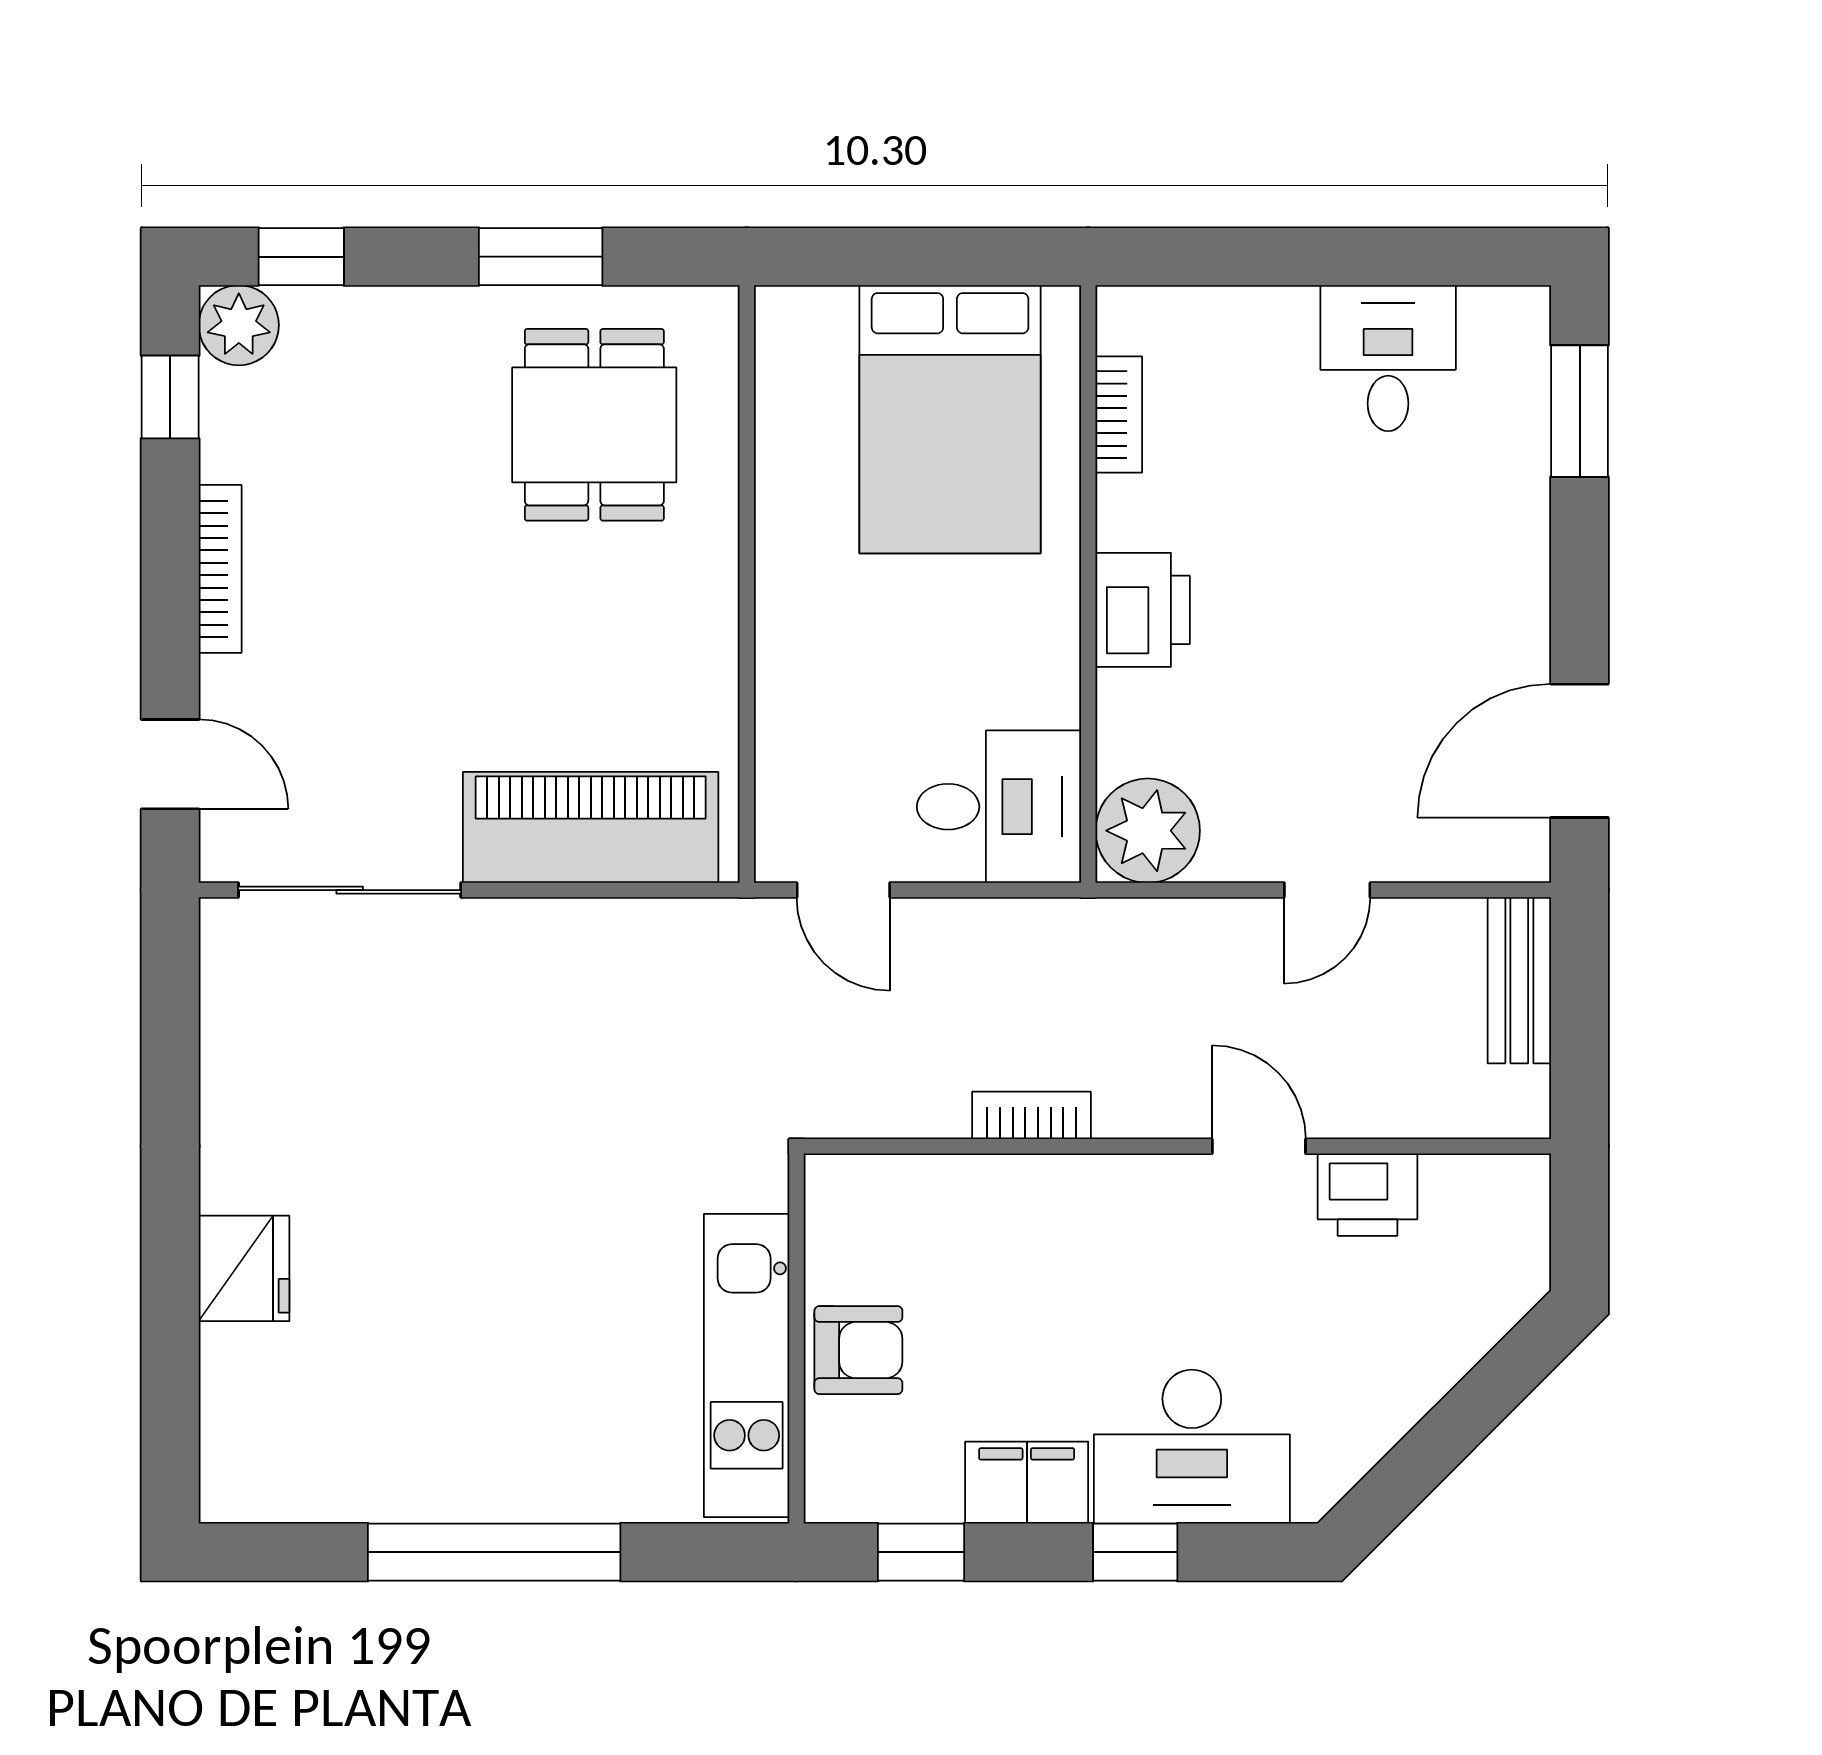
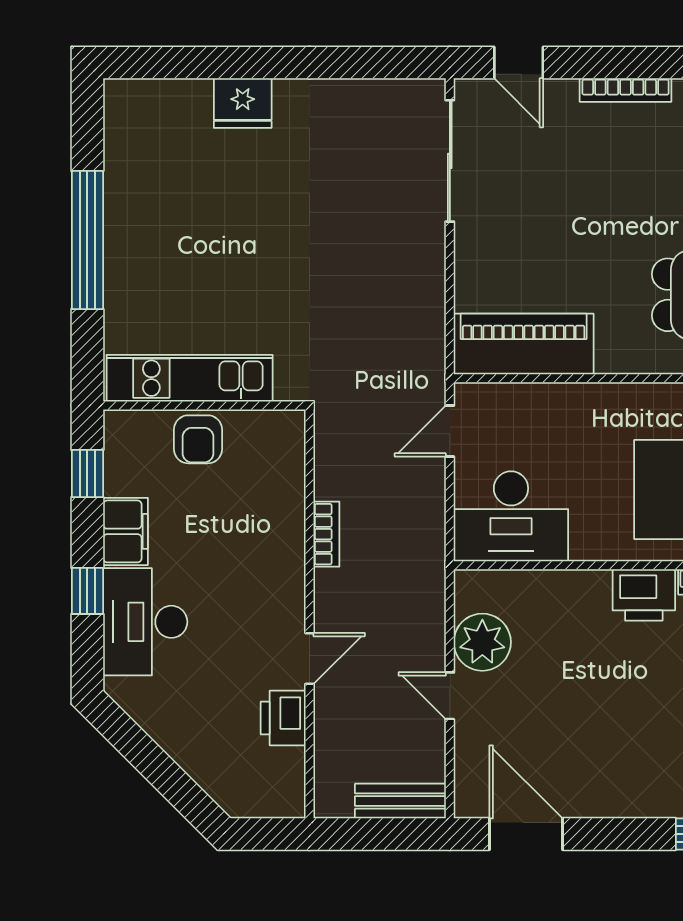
printer: (1143, 610) -> (644, 595), moved
door: (170, 764) -> (519, 63), hinge flipped
desk: (999, 807) -> (511, 516), width x1.37
piano: (591, 827) -> (524, 344), moved, turned -90
plant: (1148, 831) -> (482, 642), moved

